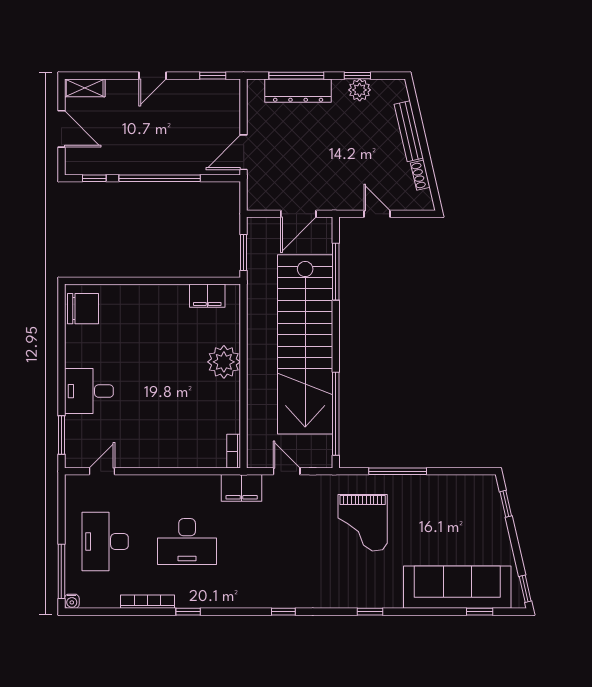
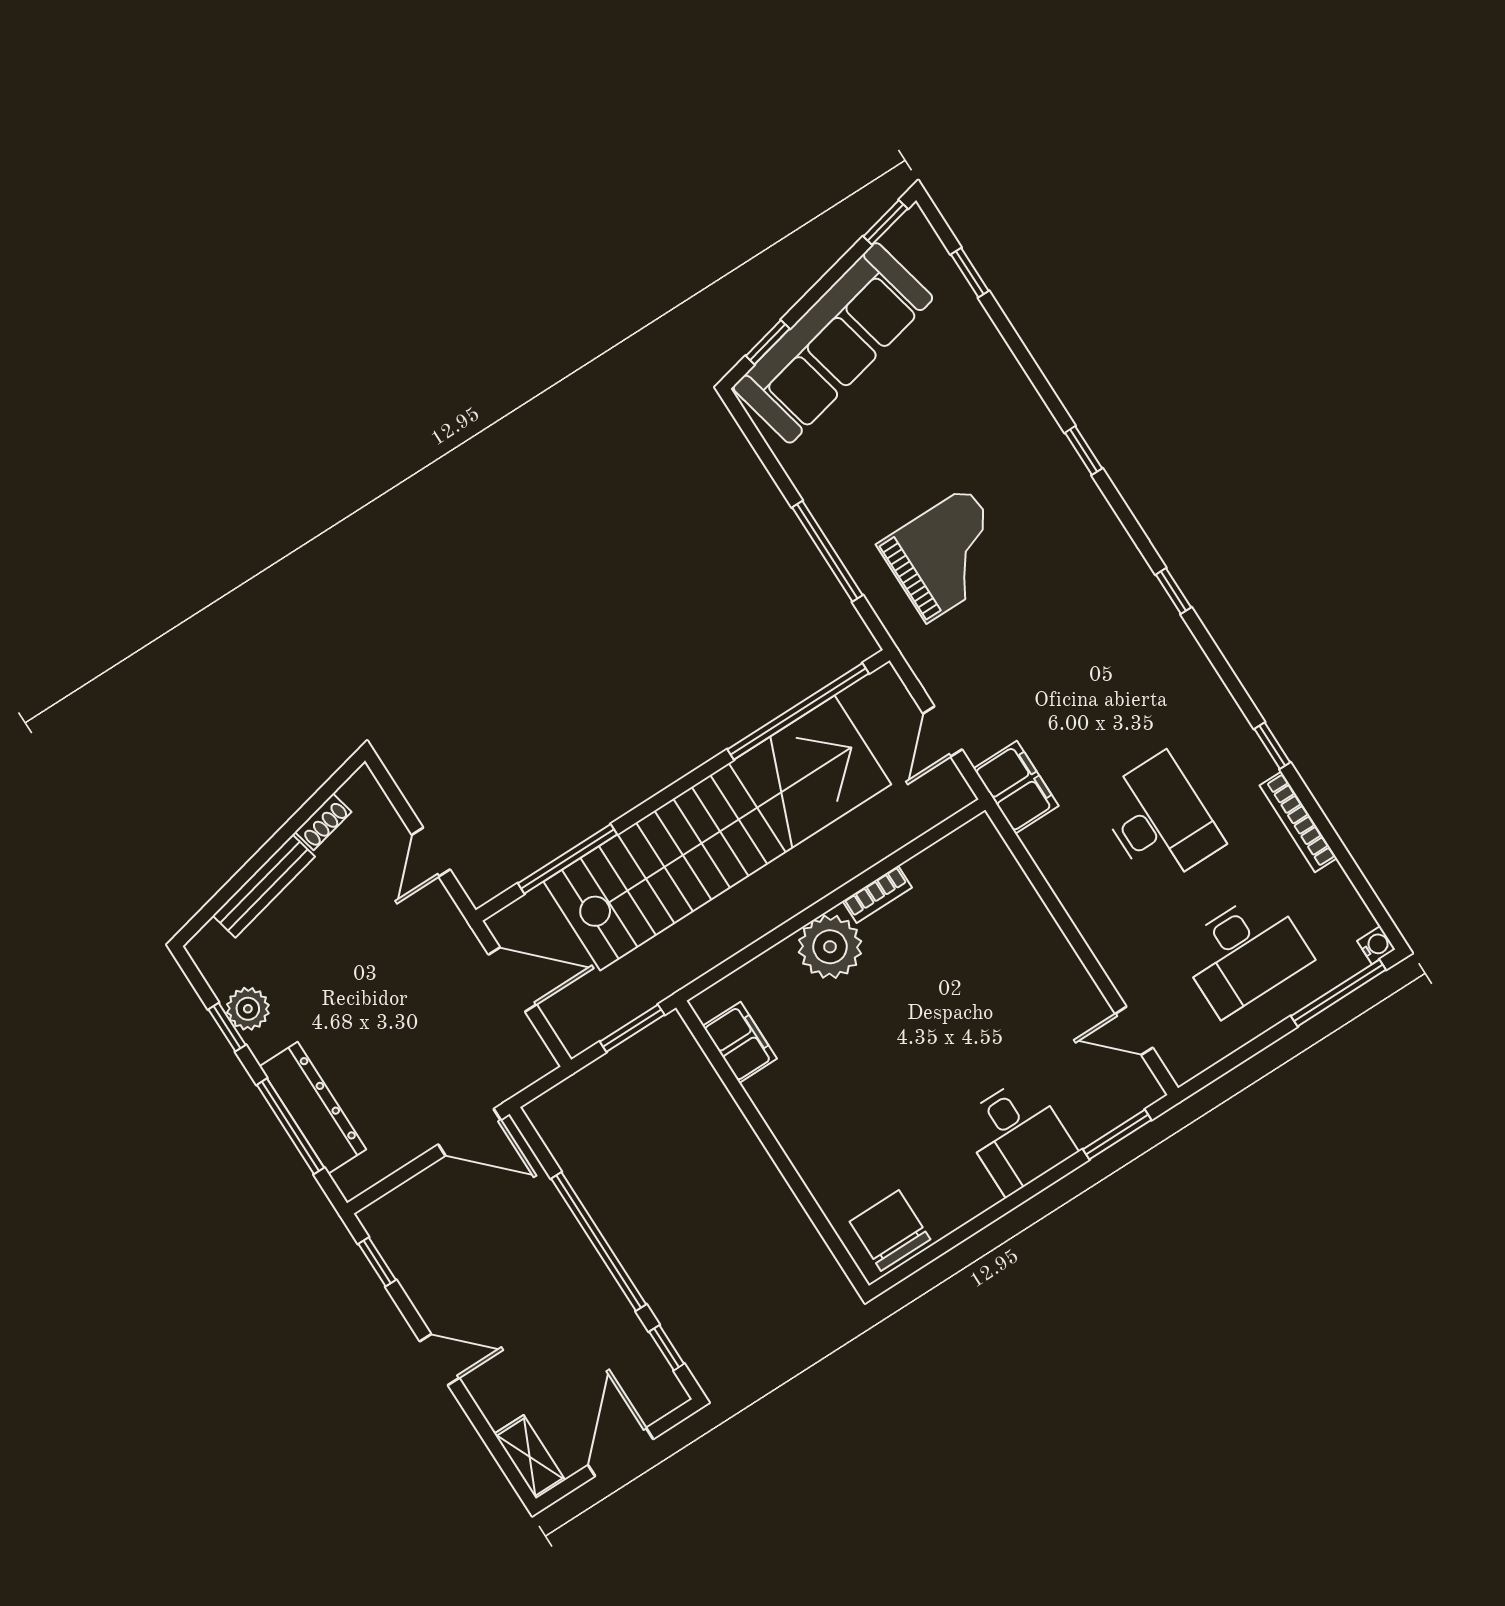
bookcase: (234, 451) -> (877, 894), moved
sofa: (457, 587) -> (833, 343), moved, turned -103

